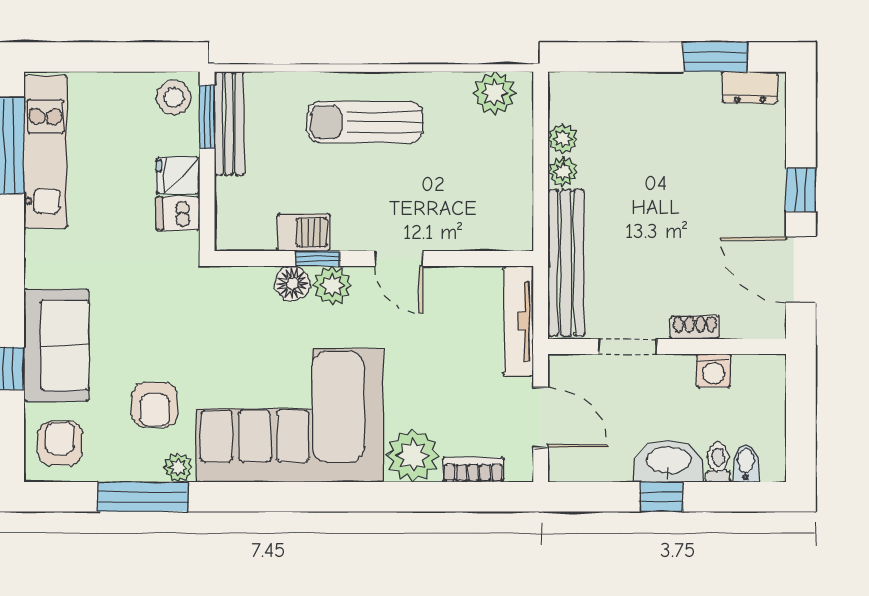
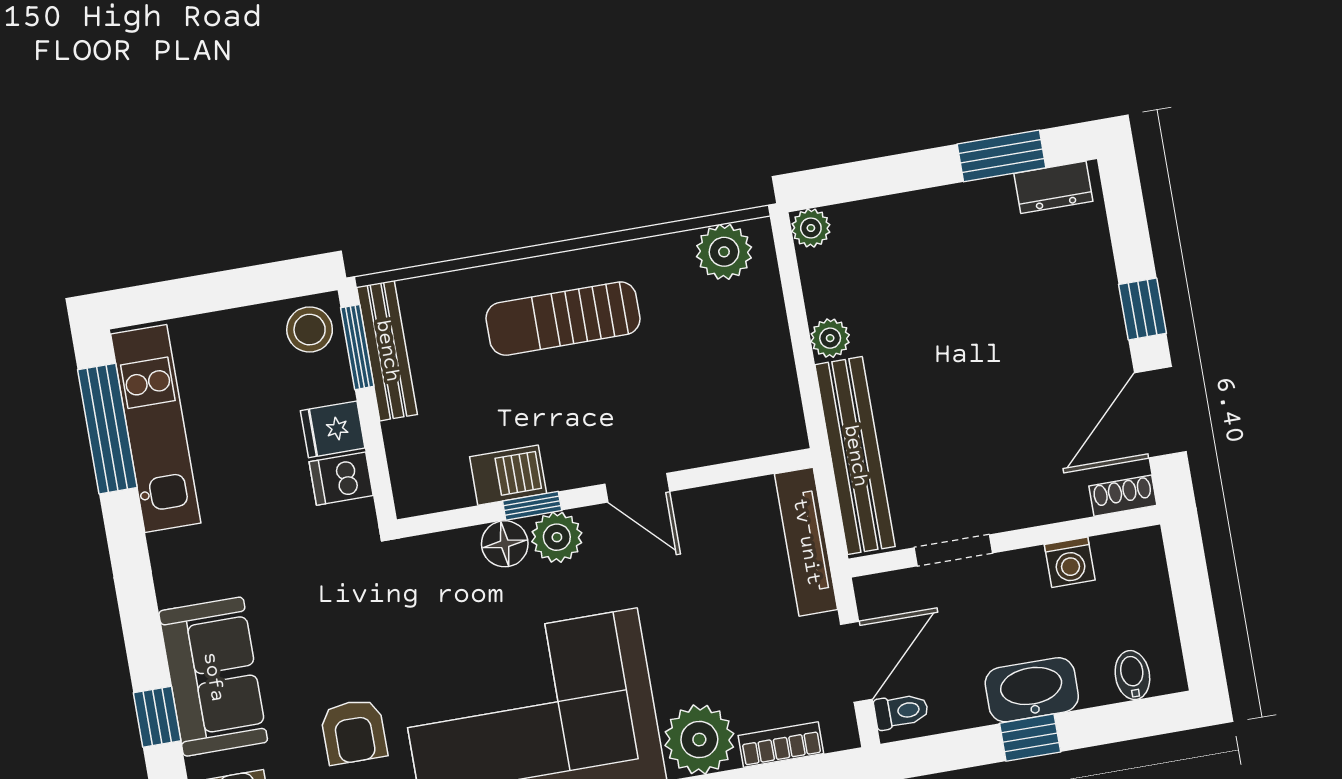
plant: (563, 139) -> (811, 228), moved
door: (801, 270) -> (1160, 412), hinge flipped
shoe rack: (695, 327) -> (1123, 496), moved
door: (541, 417) -> (856, 662), hinge flipped
toilet: (718, 462) -> (901, 711), moved, turned 90

